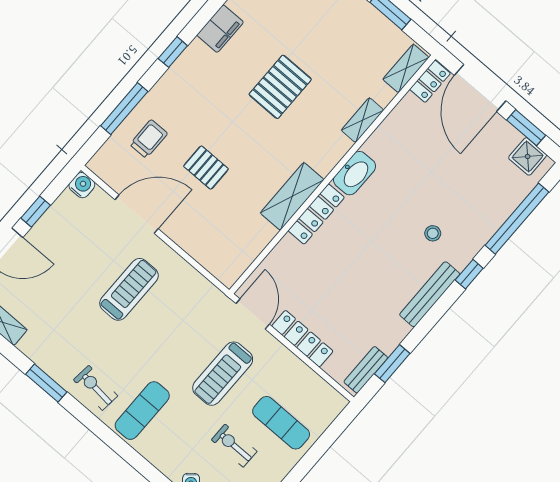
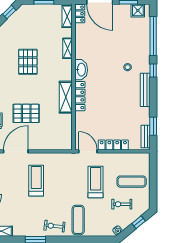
pallet: (206, 168) -> (26, 113), width x1.50, depth x1.42
treadmill: (223, 374) -> (96, 182), turned 180

